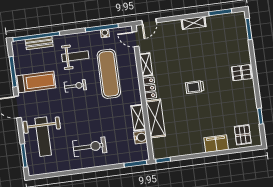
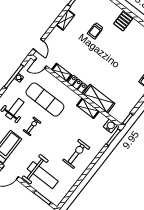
trolley: (195, 87) -> (95, 31), moved
water cooler: (141, 137) -> (110, 126), moved

